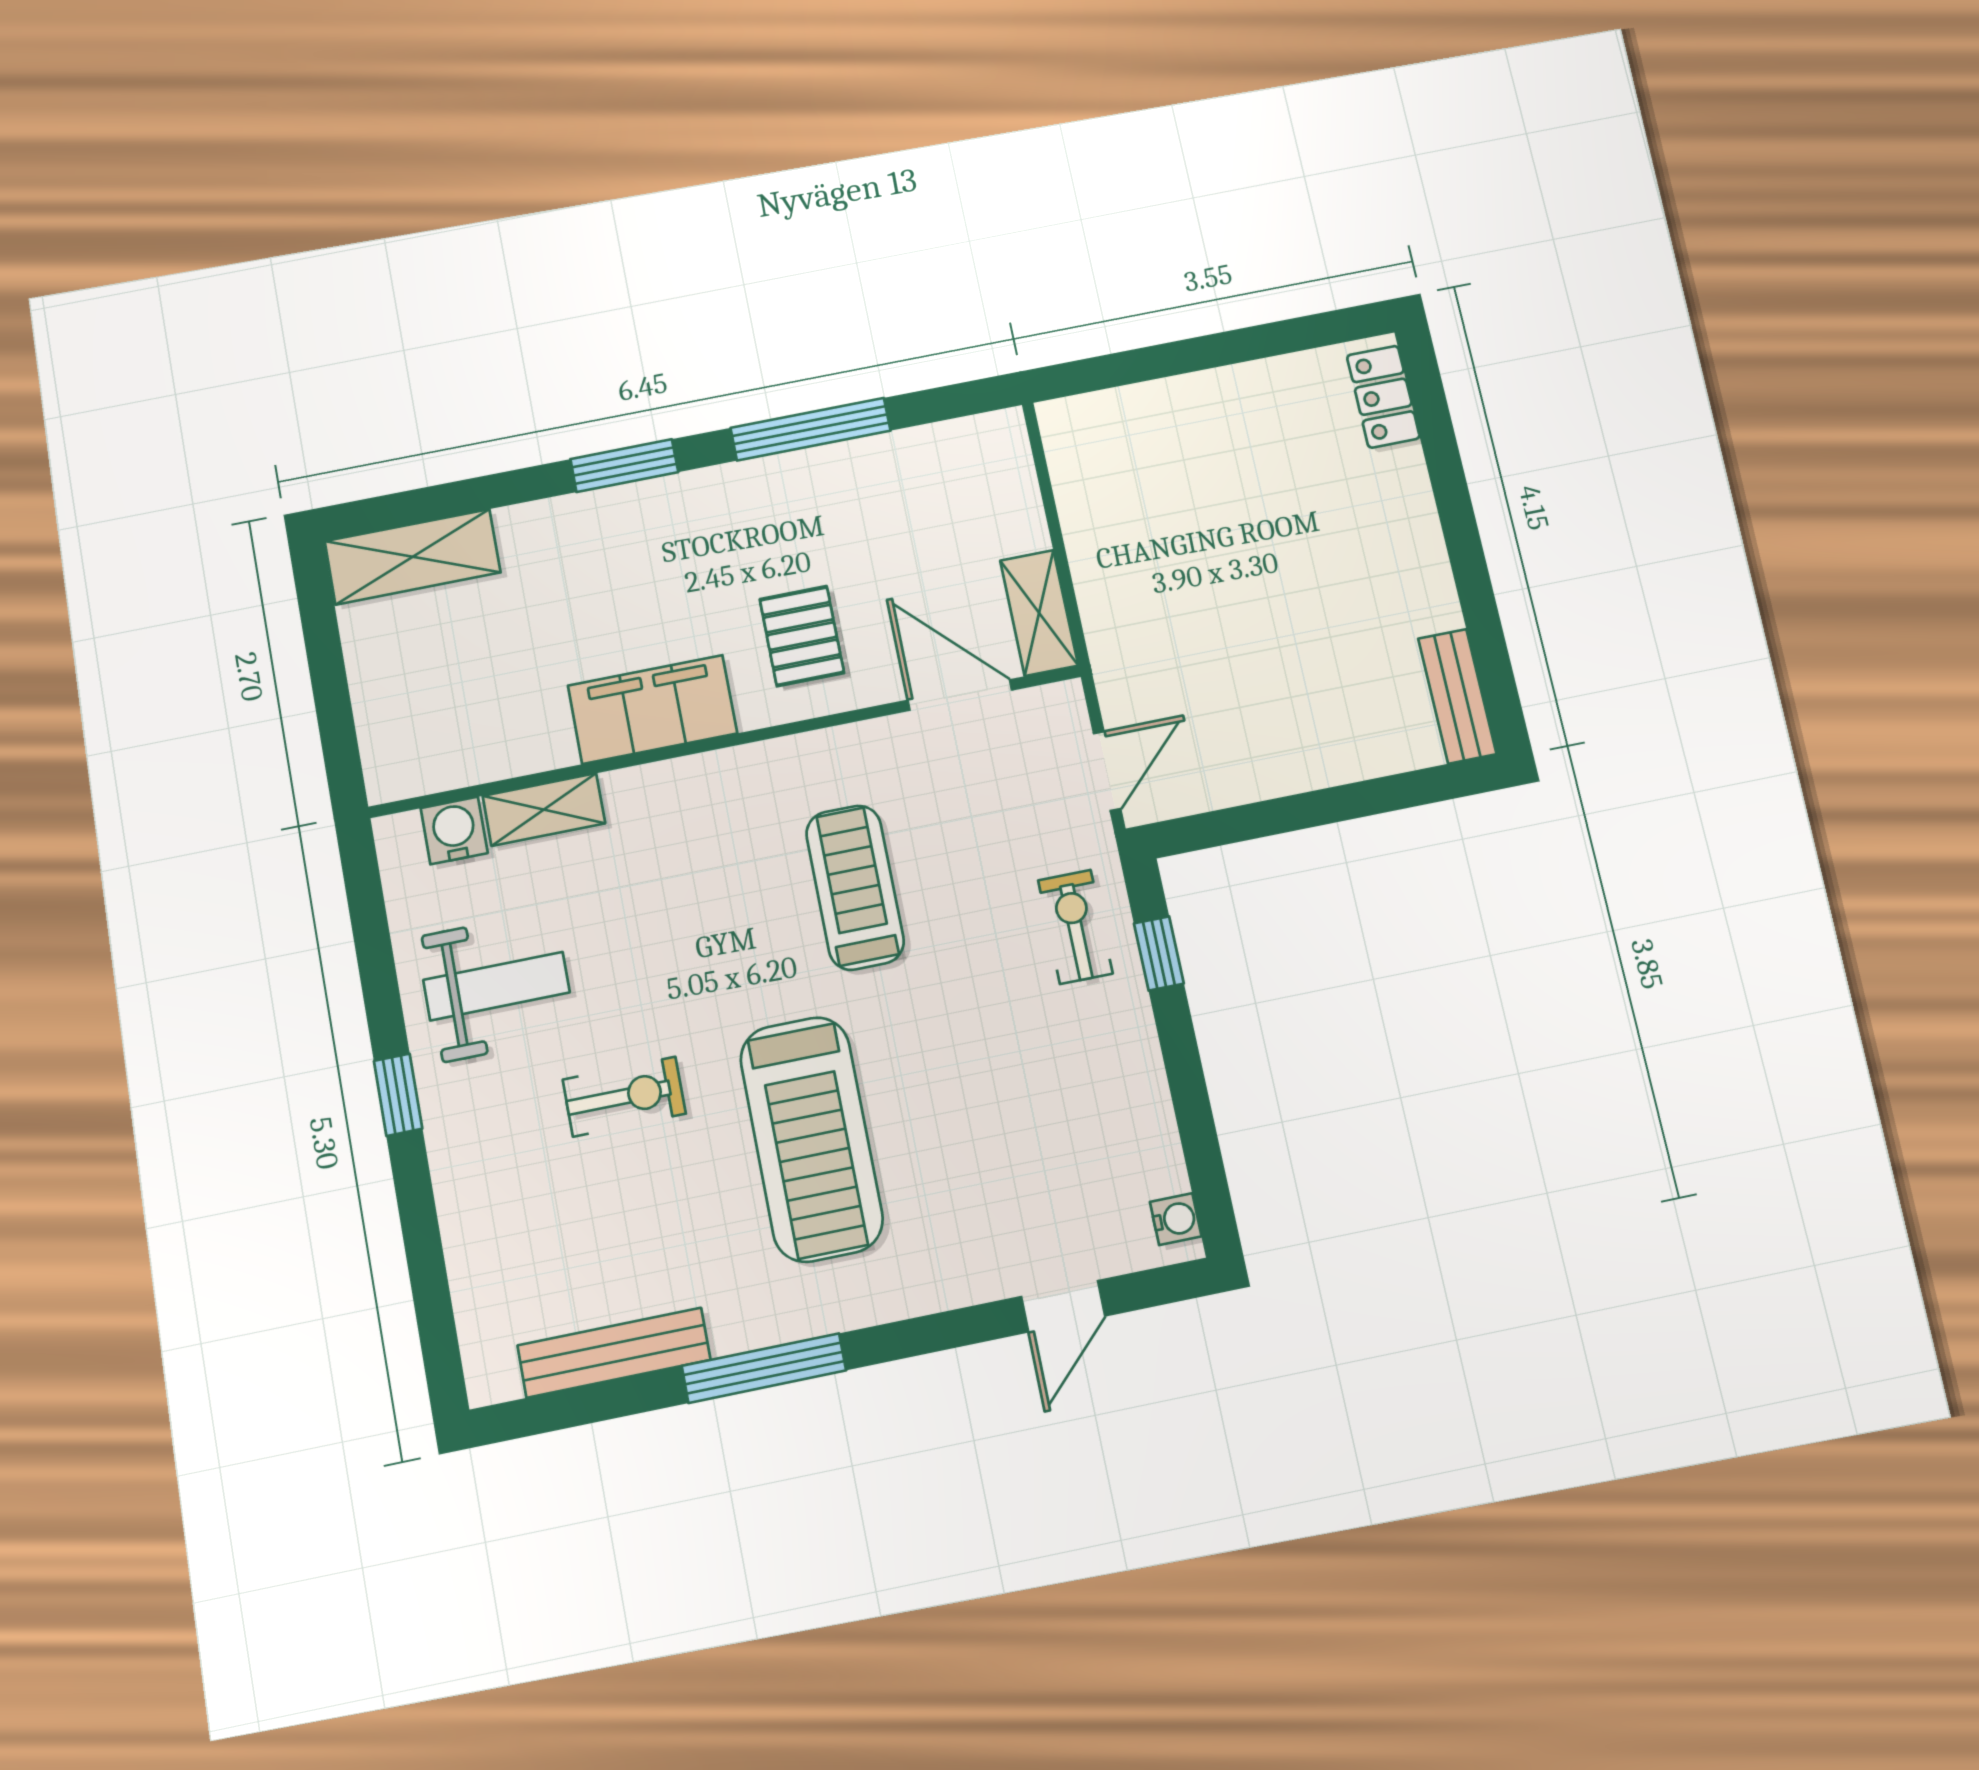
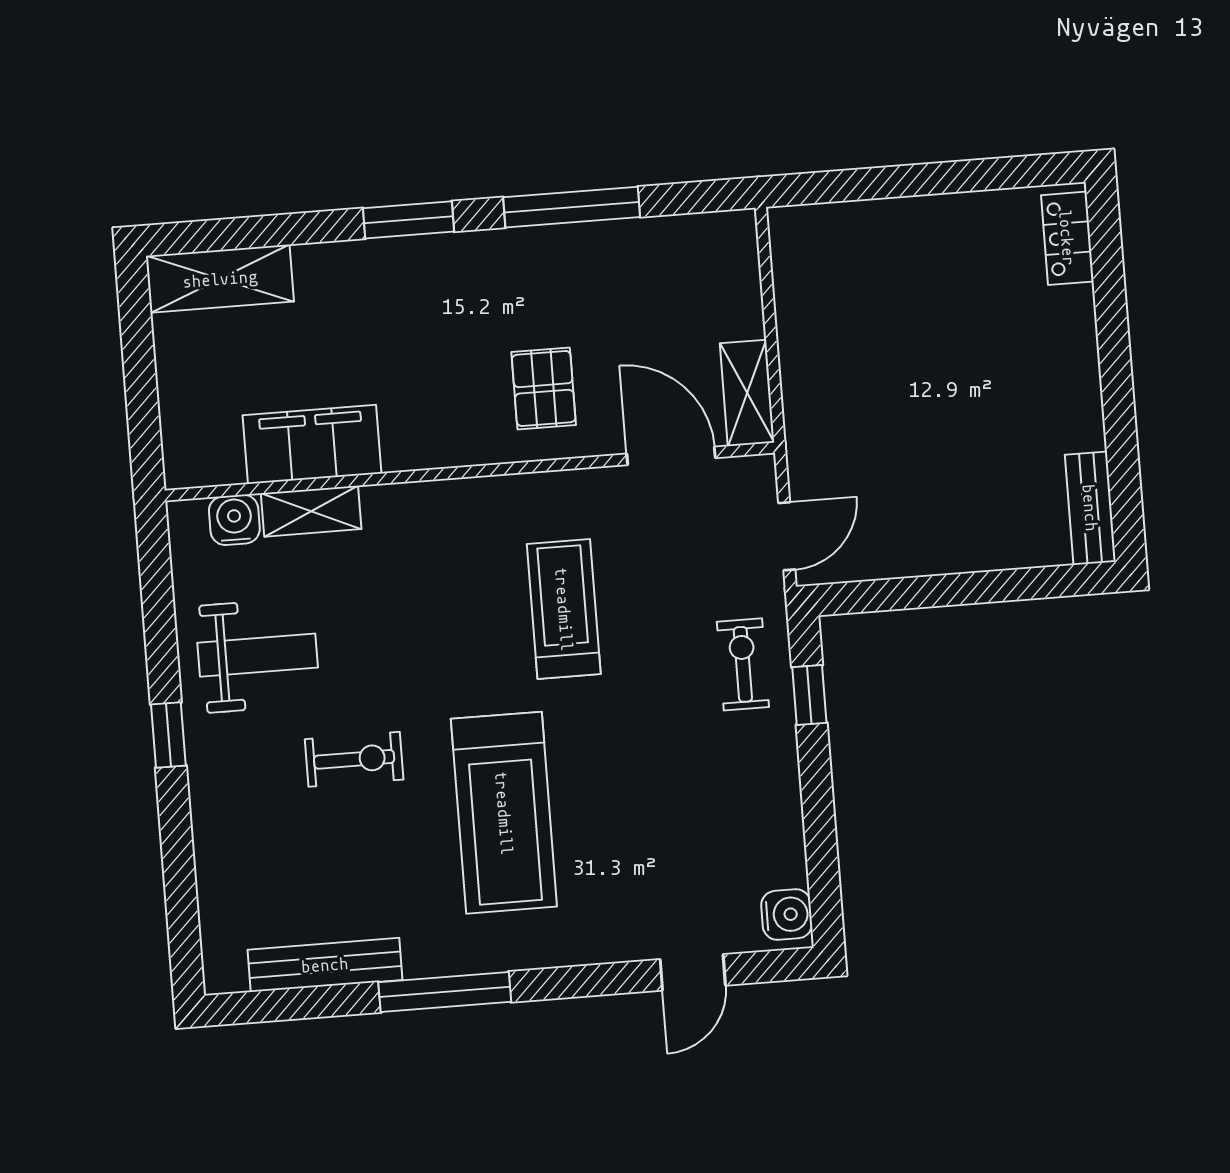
filing cabinet: (653, 709) -> (312, 444), moved
water cooler: (1176, 1219) -> (787, 915), width x1.38, depth x1.38

